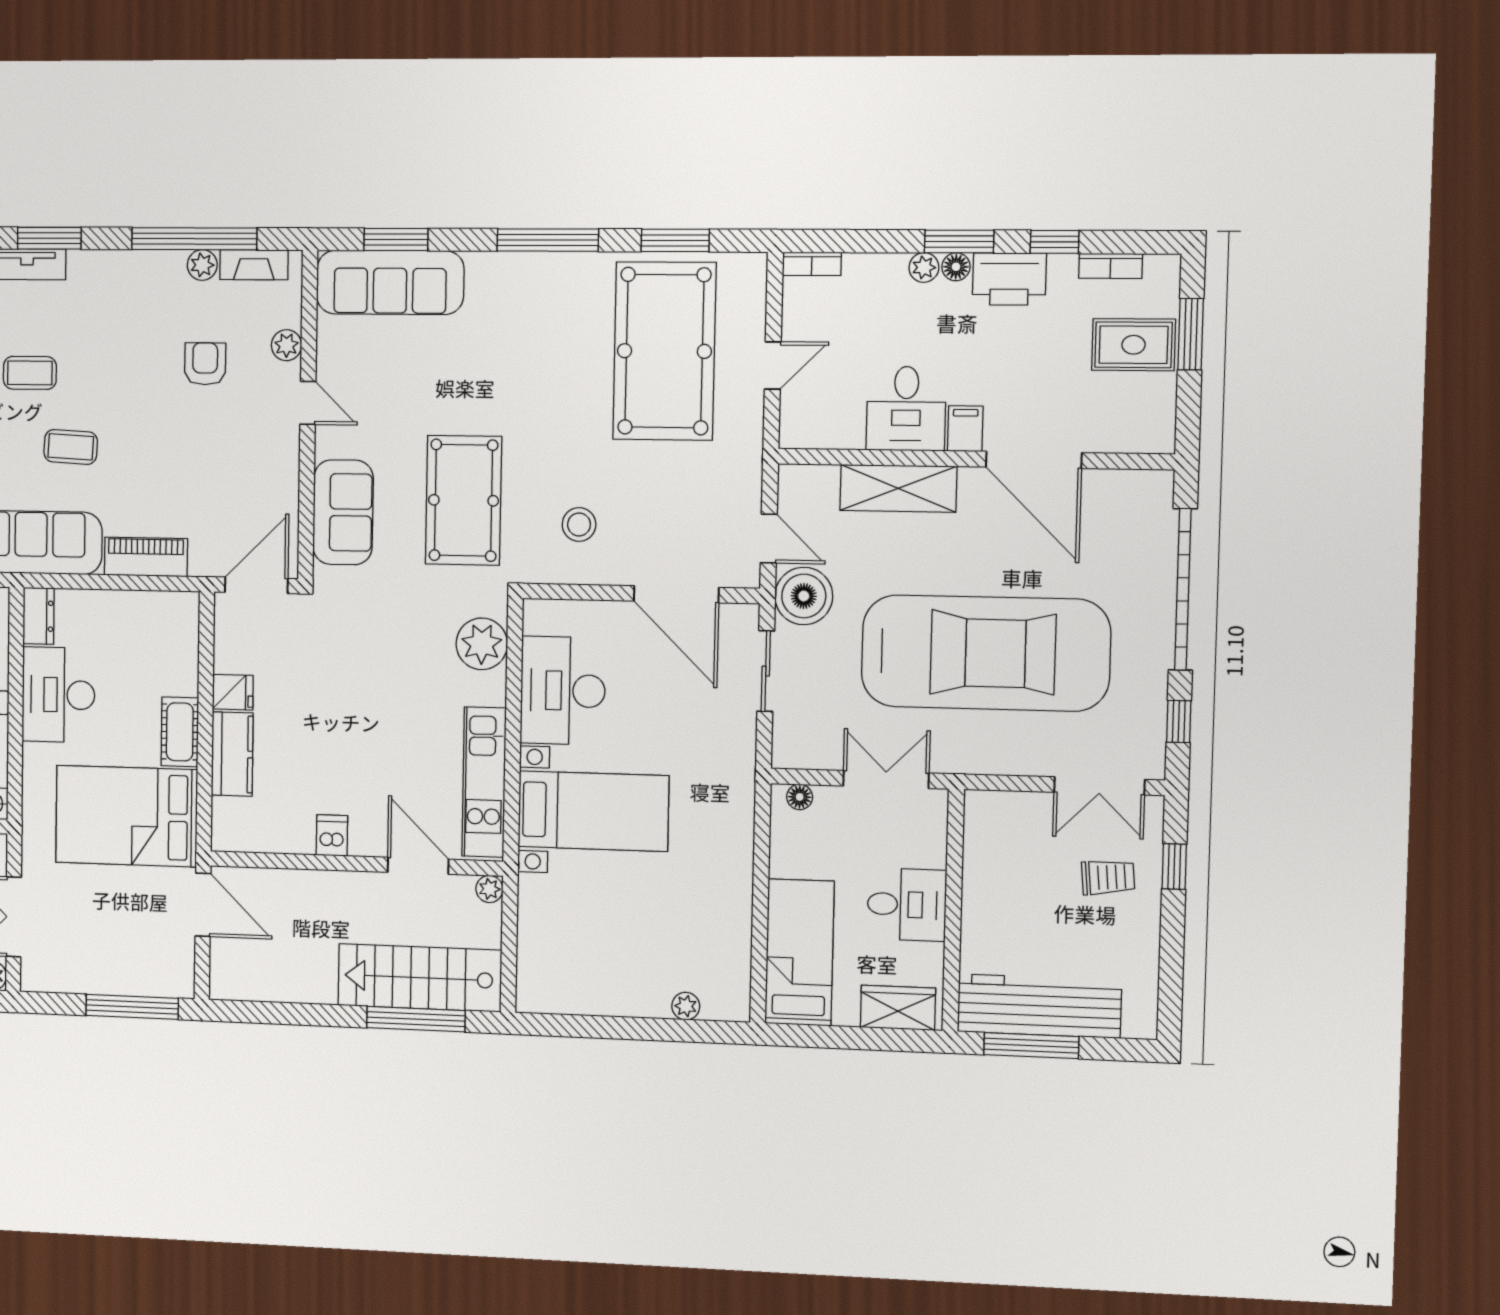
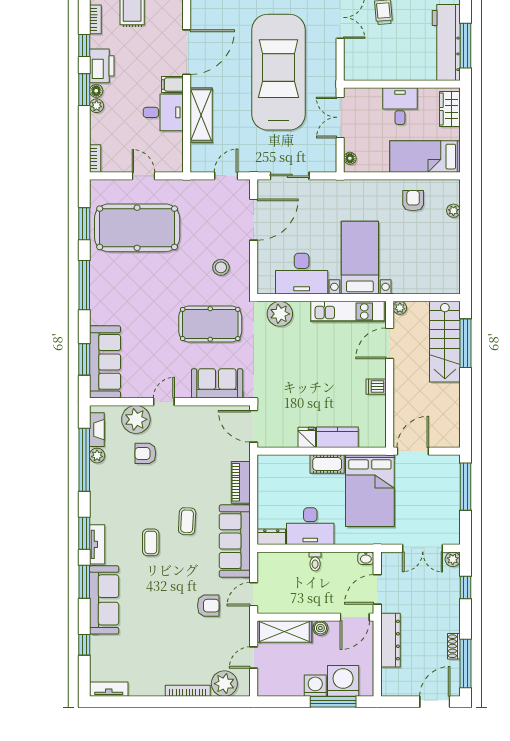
plant: (286, 345) -> (136, 419), width x1.88, depth x1.88
boiler: (804, 596) -> (253, 159), removed
armchair: (708, 924) -> (413, 201), added

